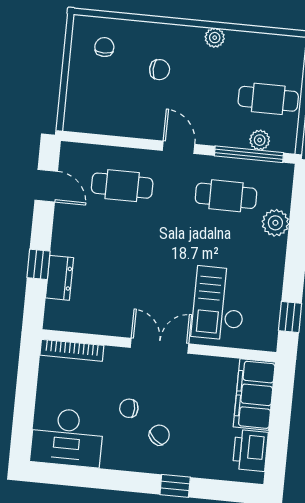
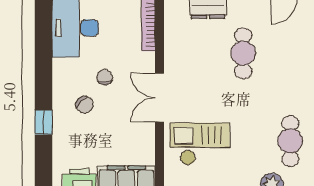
cafe table: (122, 186) -> (243, 53), moved
double door: (159, 346) -> (159, 98), swing flipped

